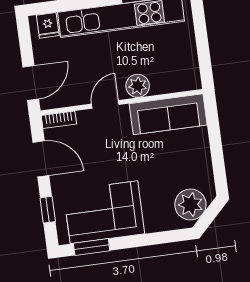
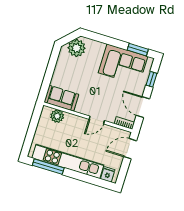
plant: (138, 86) -> (57, 116), moved
sofa: (168, 114) -> (61, 98), width x0.73

